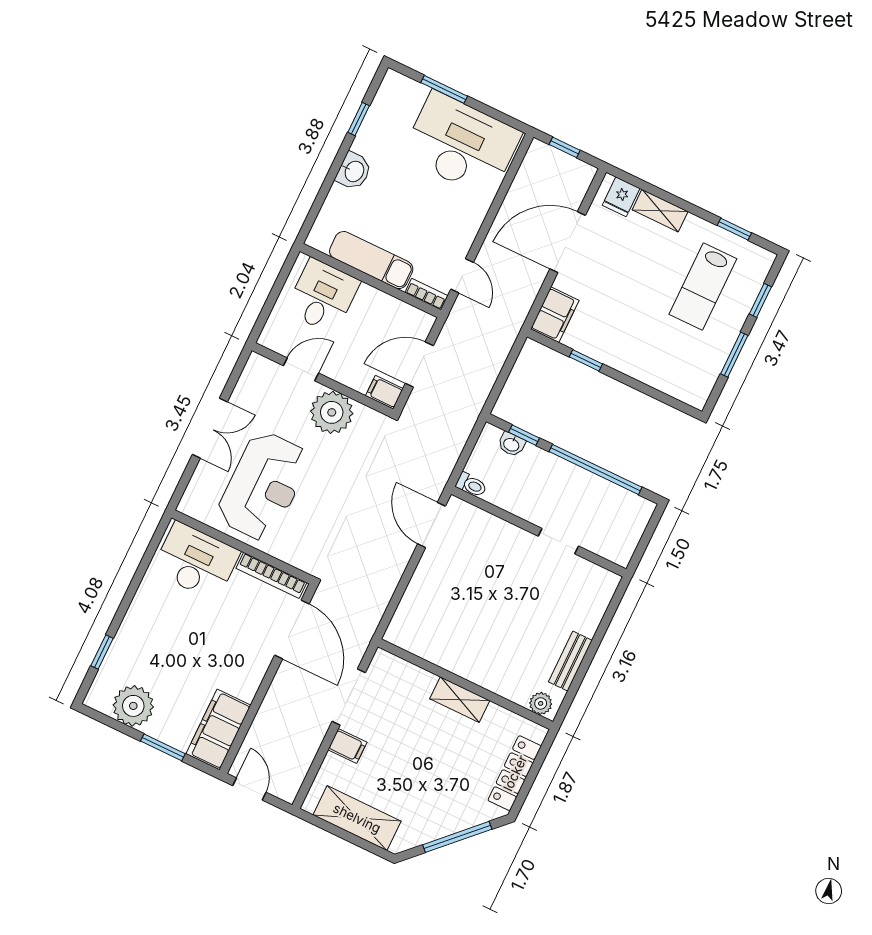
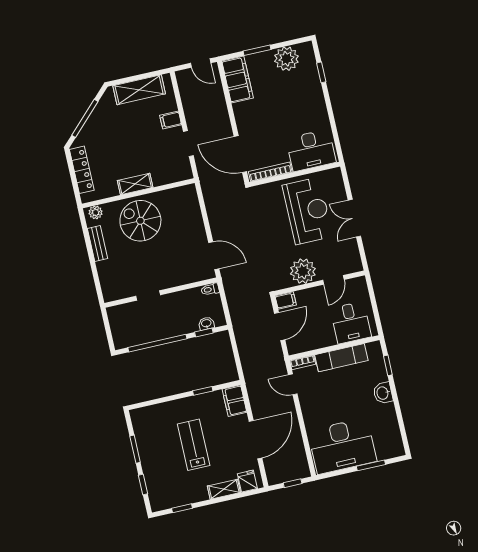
window: (359, 119) -> (388, 365), moved
lab bench: (703, 287) -> (194, 445), moved
reception desk: (263, 486) -> (308, 211), turned 180
spiral stairs: (491, 646) -> (140, 221), added
doorway: (349, 697) -> (188, 144), width x0.73

